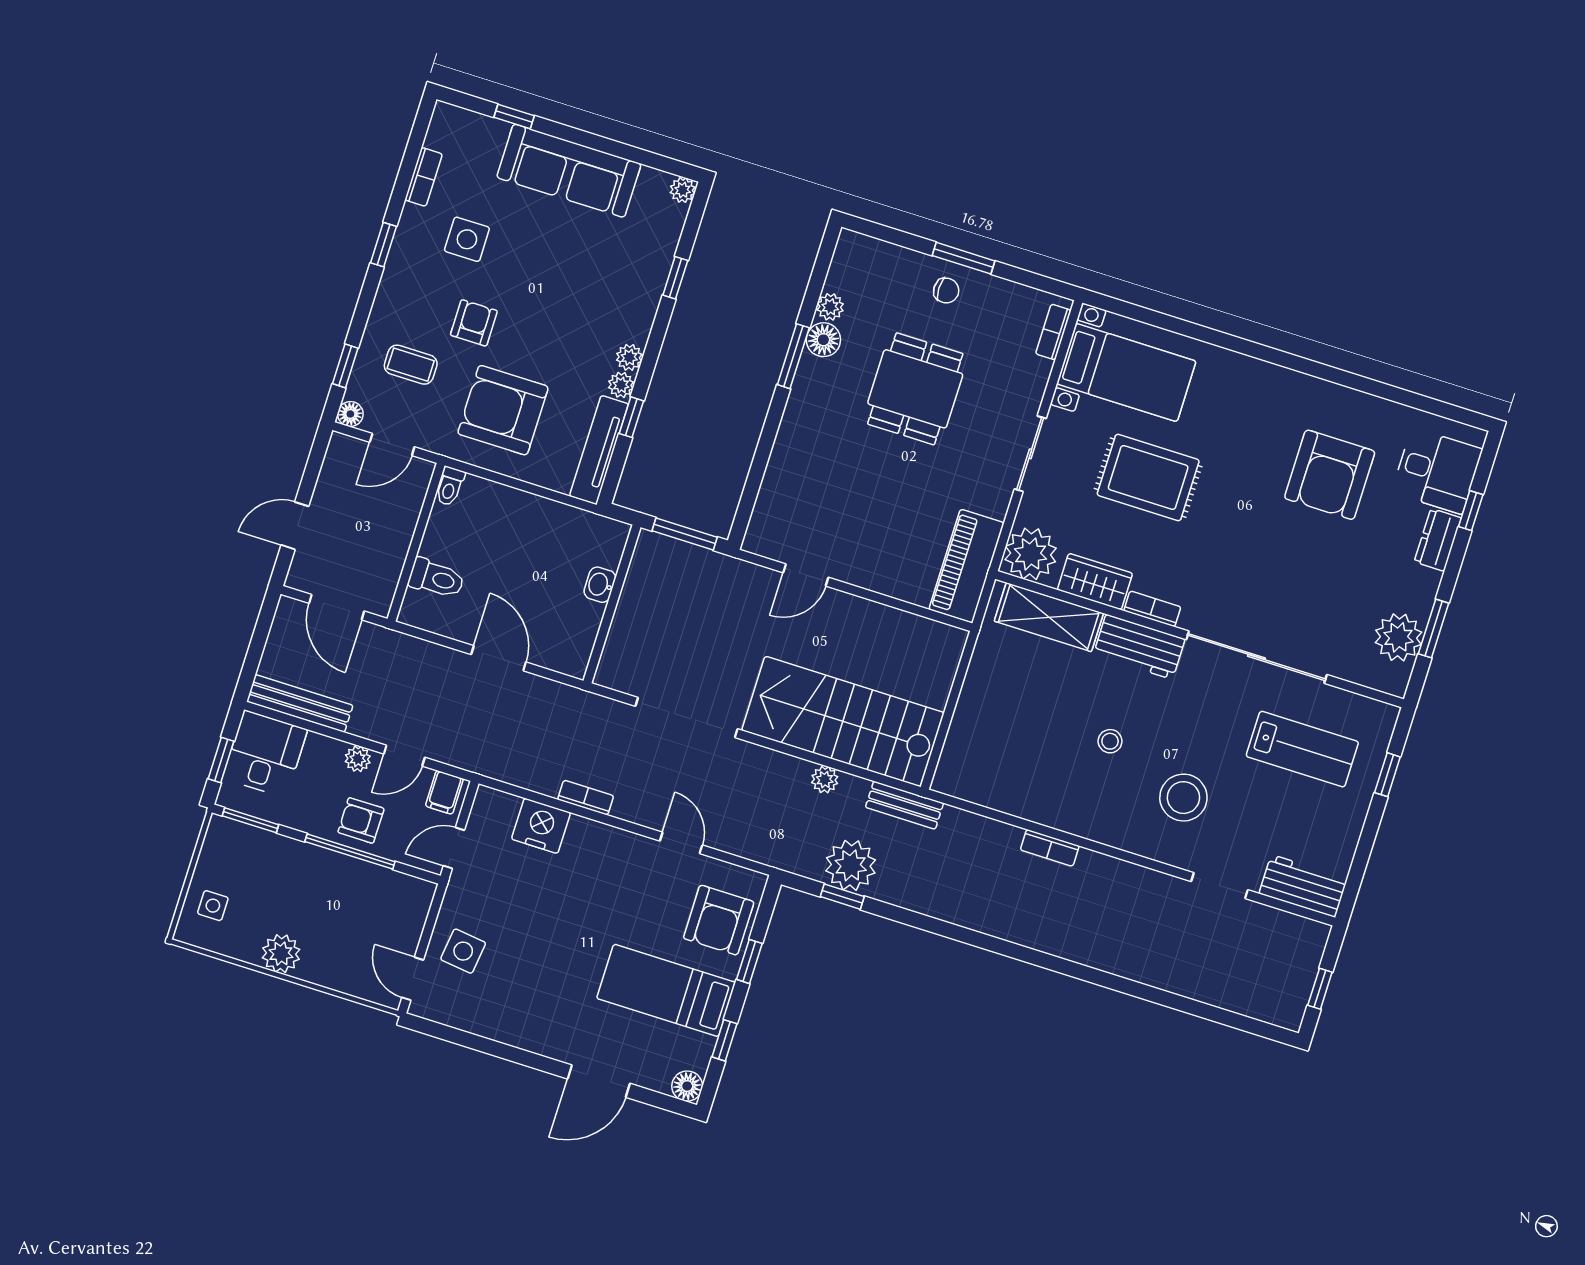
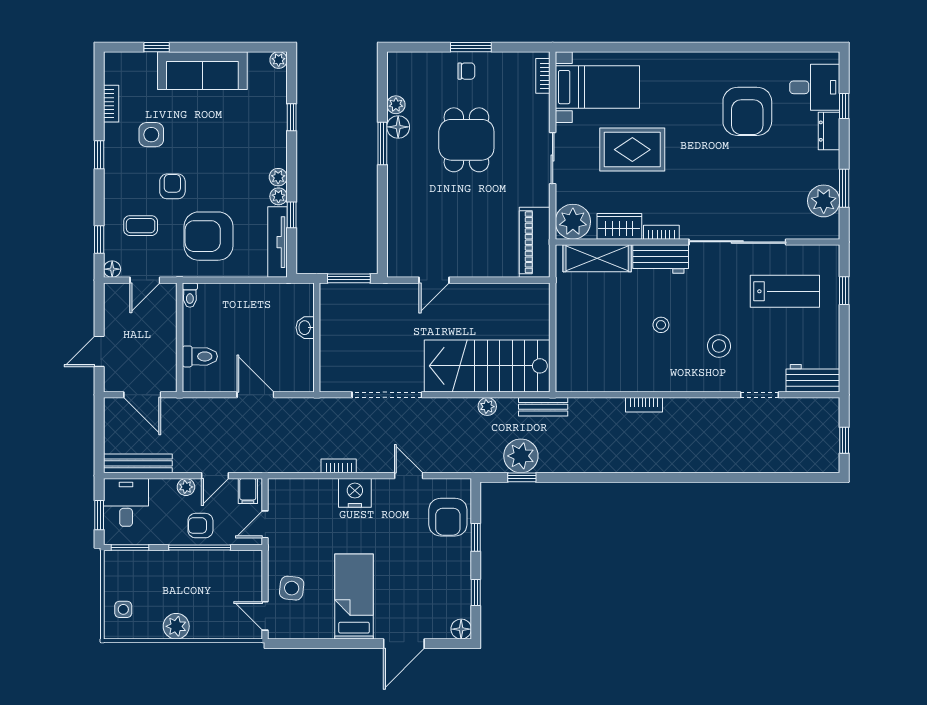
stool: (1183, 798) -> (719, 346), width x0.73, depth x0.73
nightstand: (541, 826) -> (355, 493), moved
bed: (666, 990) -> (354, 597), moved, turned 90

